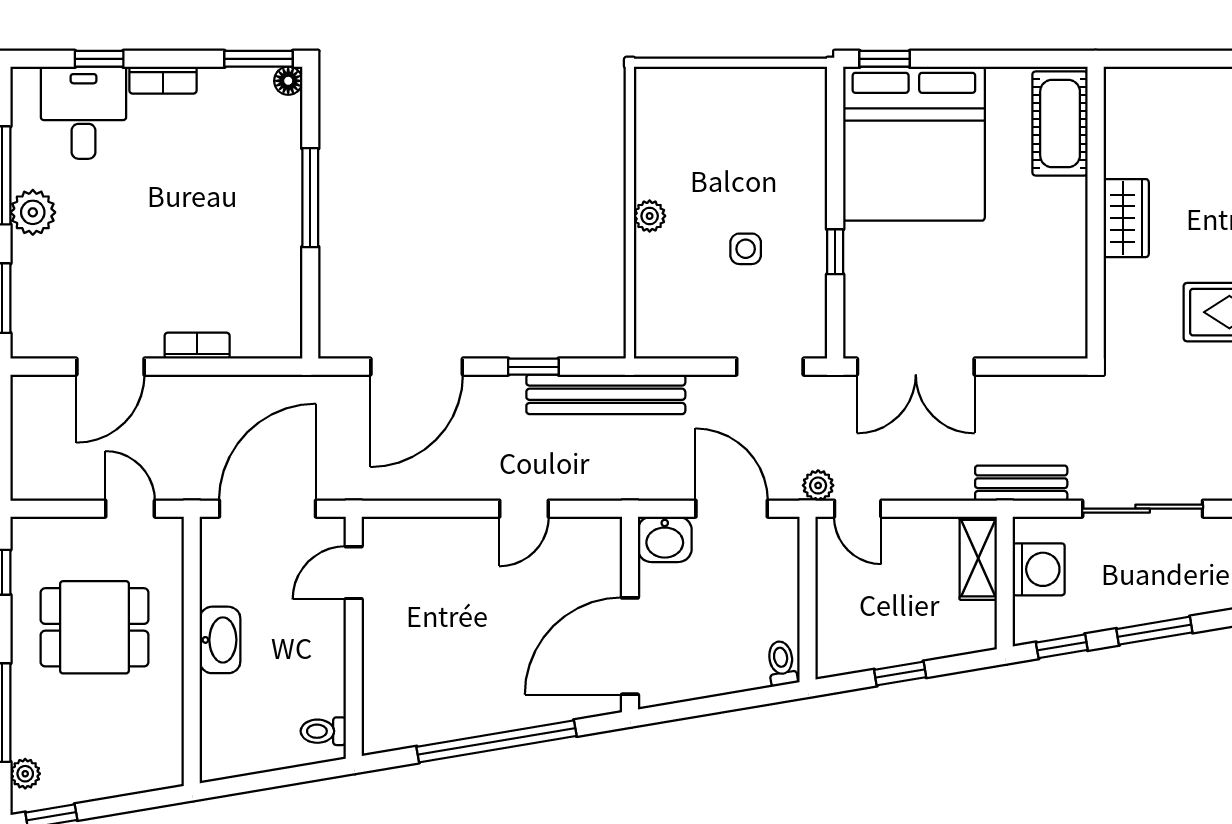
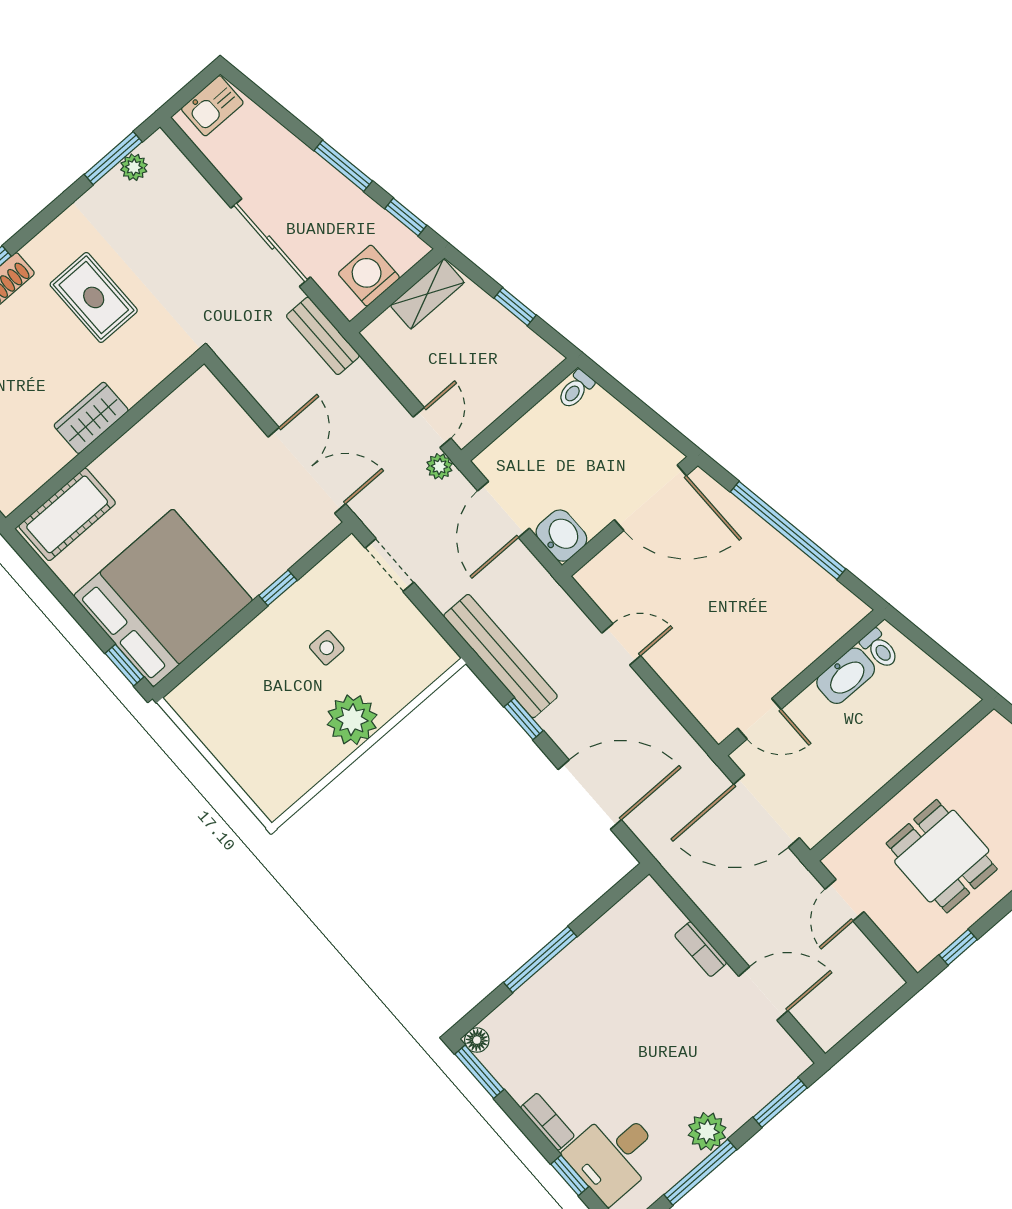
plant: (650, 216) -> (352, 720), width x1.88, depth x1.88
shelving: (978, 558) -> (427, 294), moved
washbasin: (220, 640) -> (846, 676), moved, turned 180

